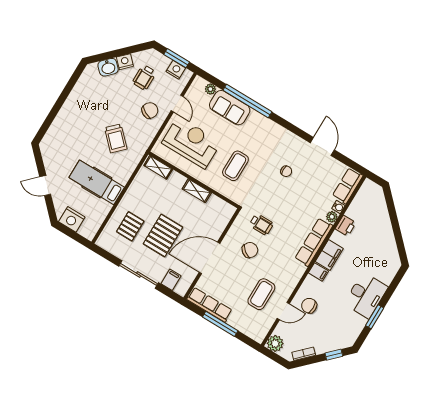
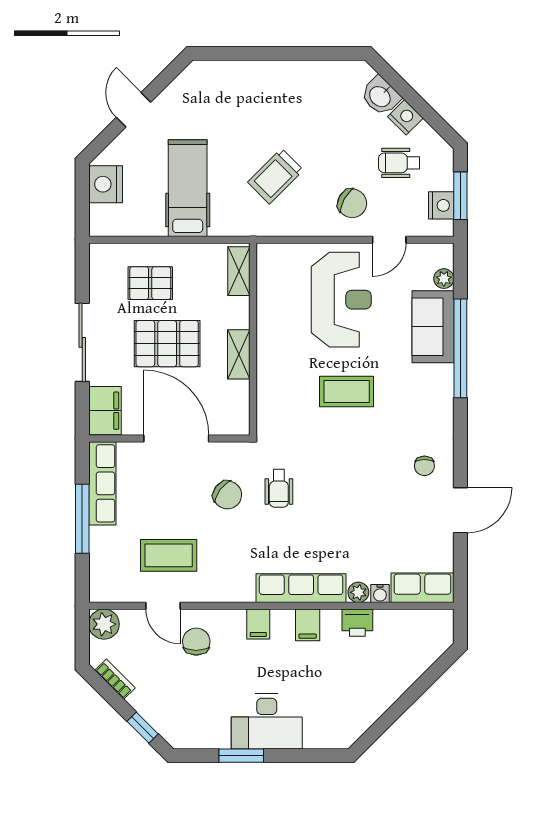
shelving: (158, 167) -> (239, 271), moved
chair: (286, 171) -> (424, 466), moved
wall: (194, 180) -> (253, 339), moved
shelving: (197, 191) -> (239, 354), moved
filing cabinet: (329, 255) -> (308, 625), width x0.50
filing cabinet: (171, 280) -> (105, 411), width x2.00

